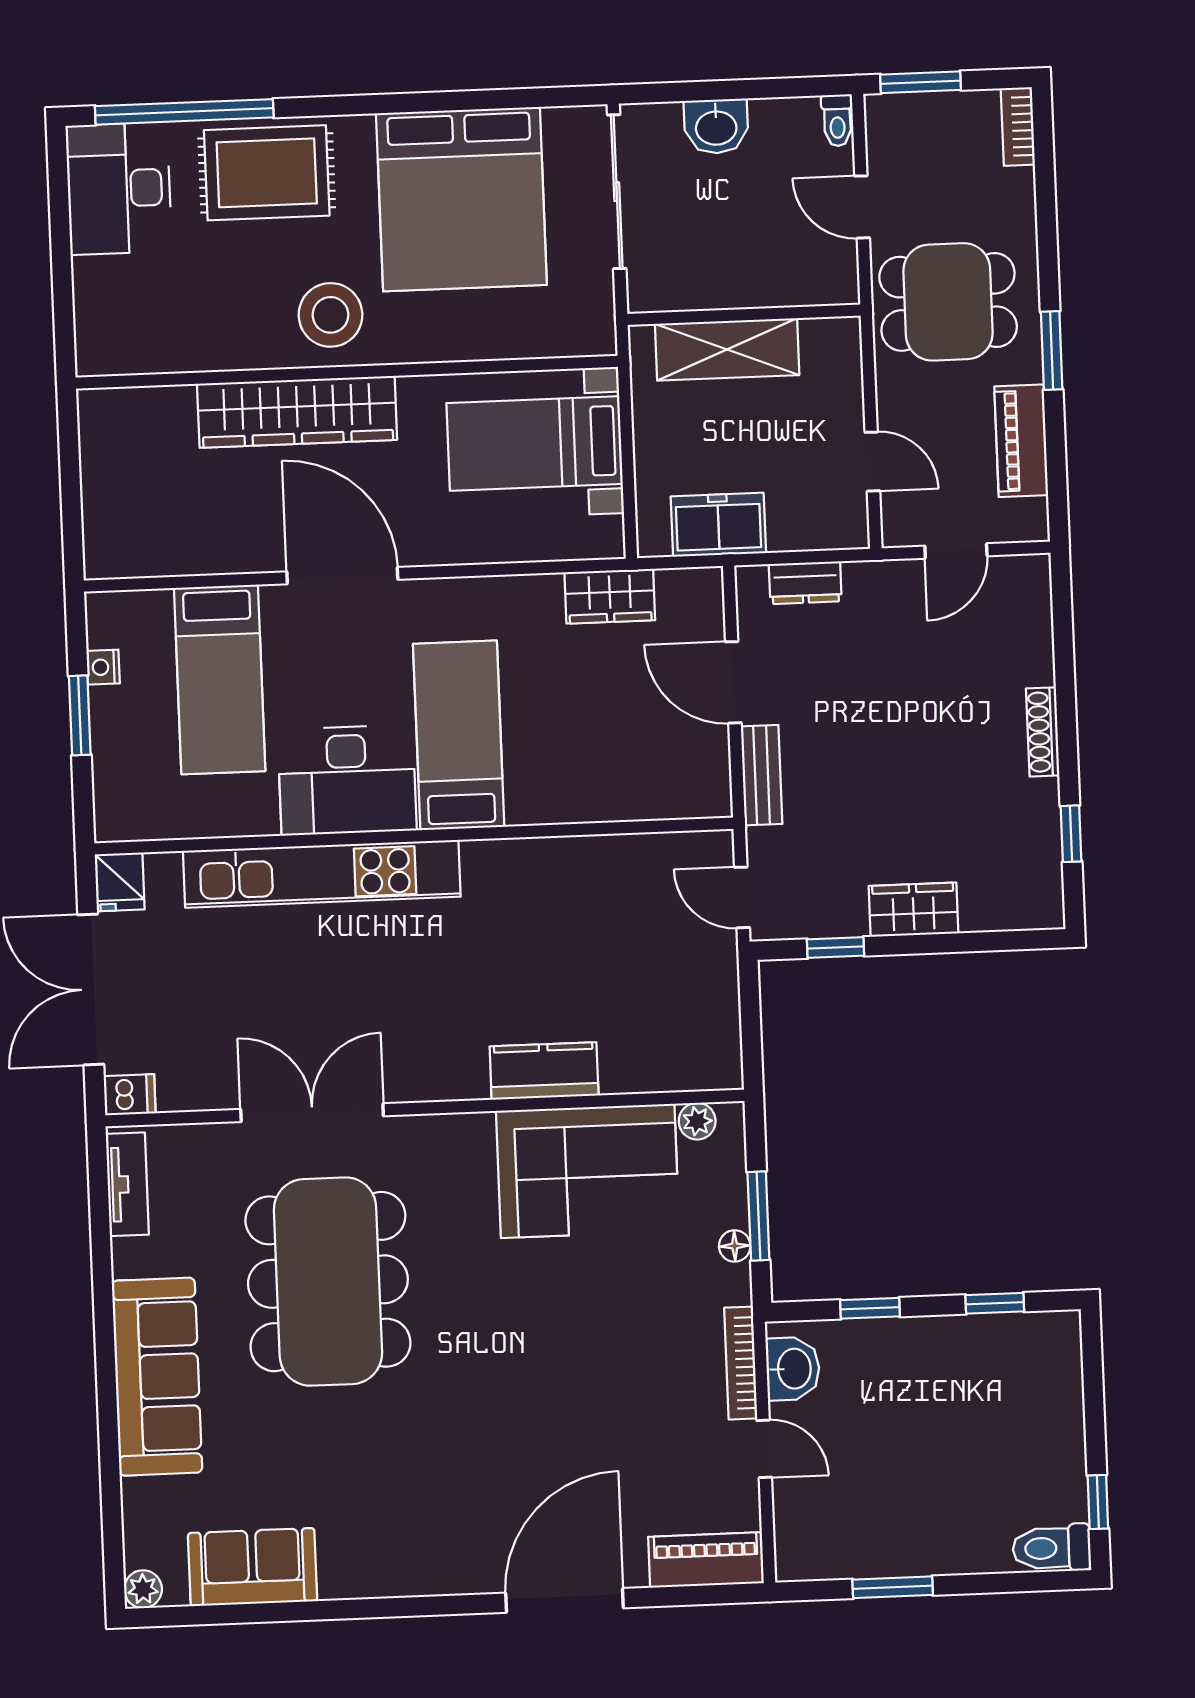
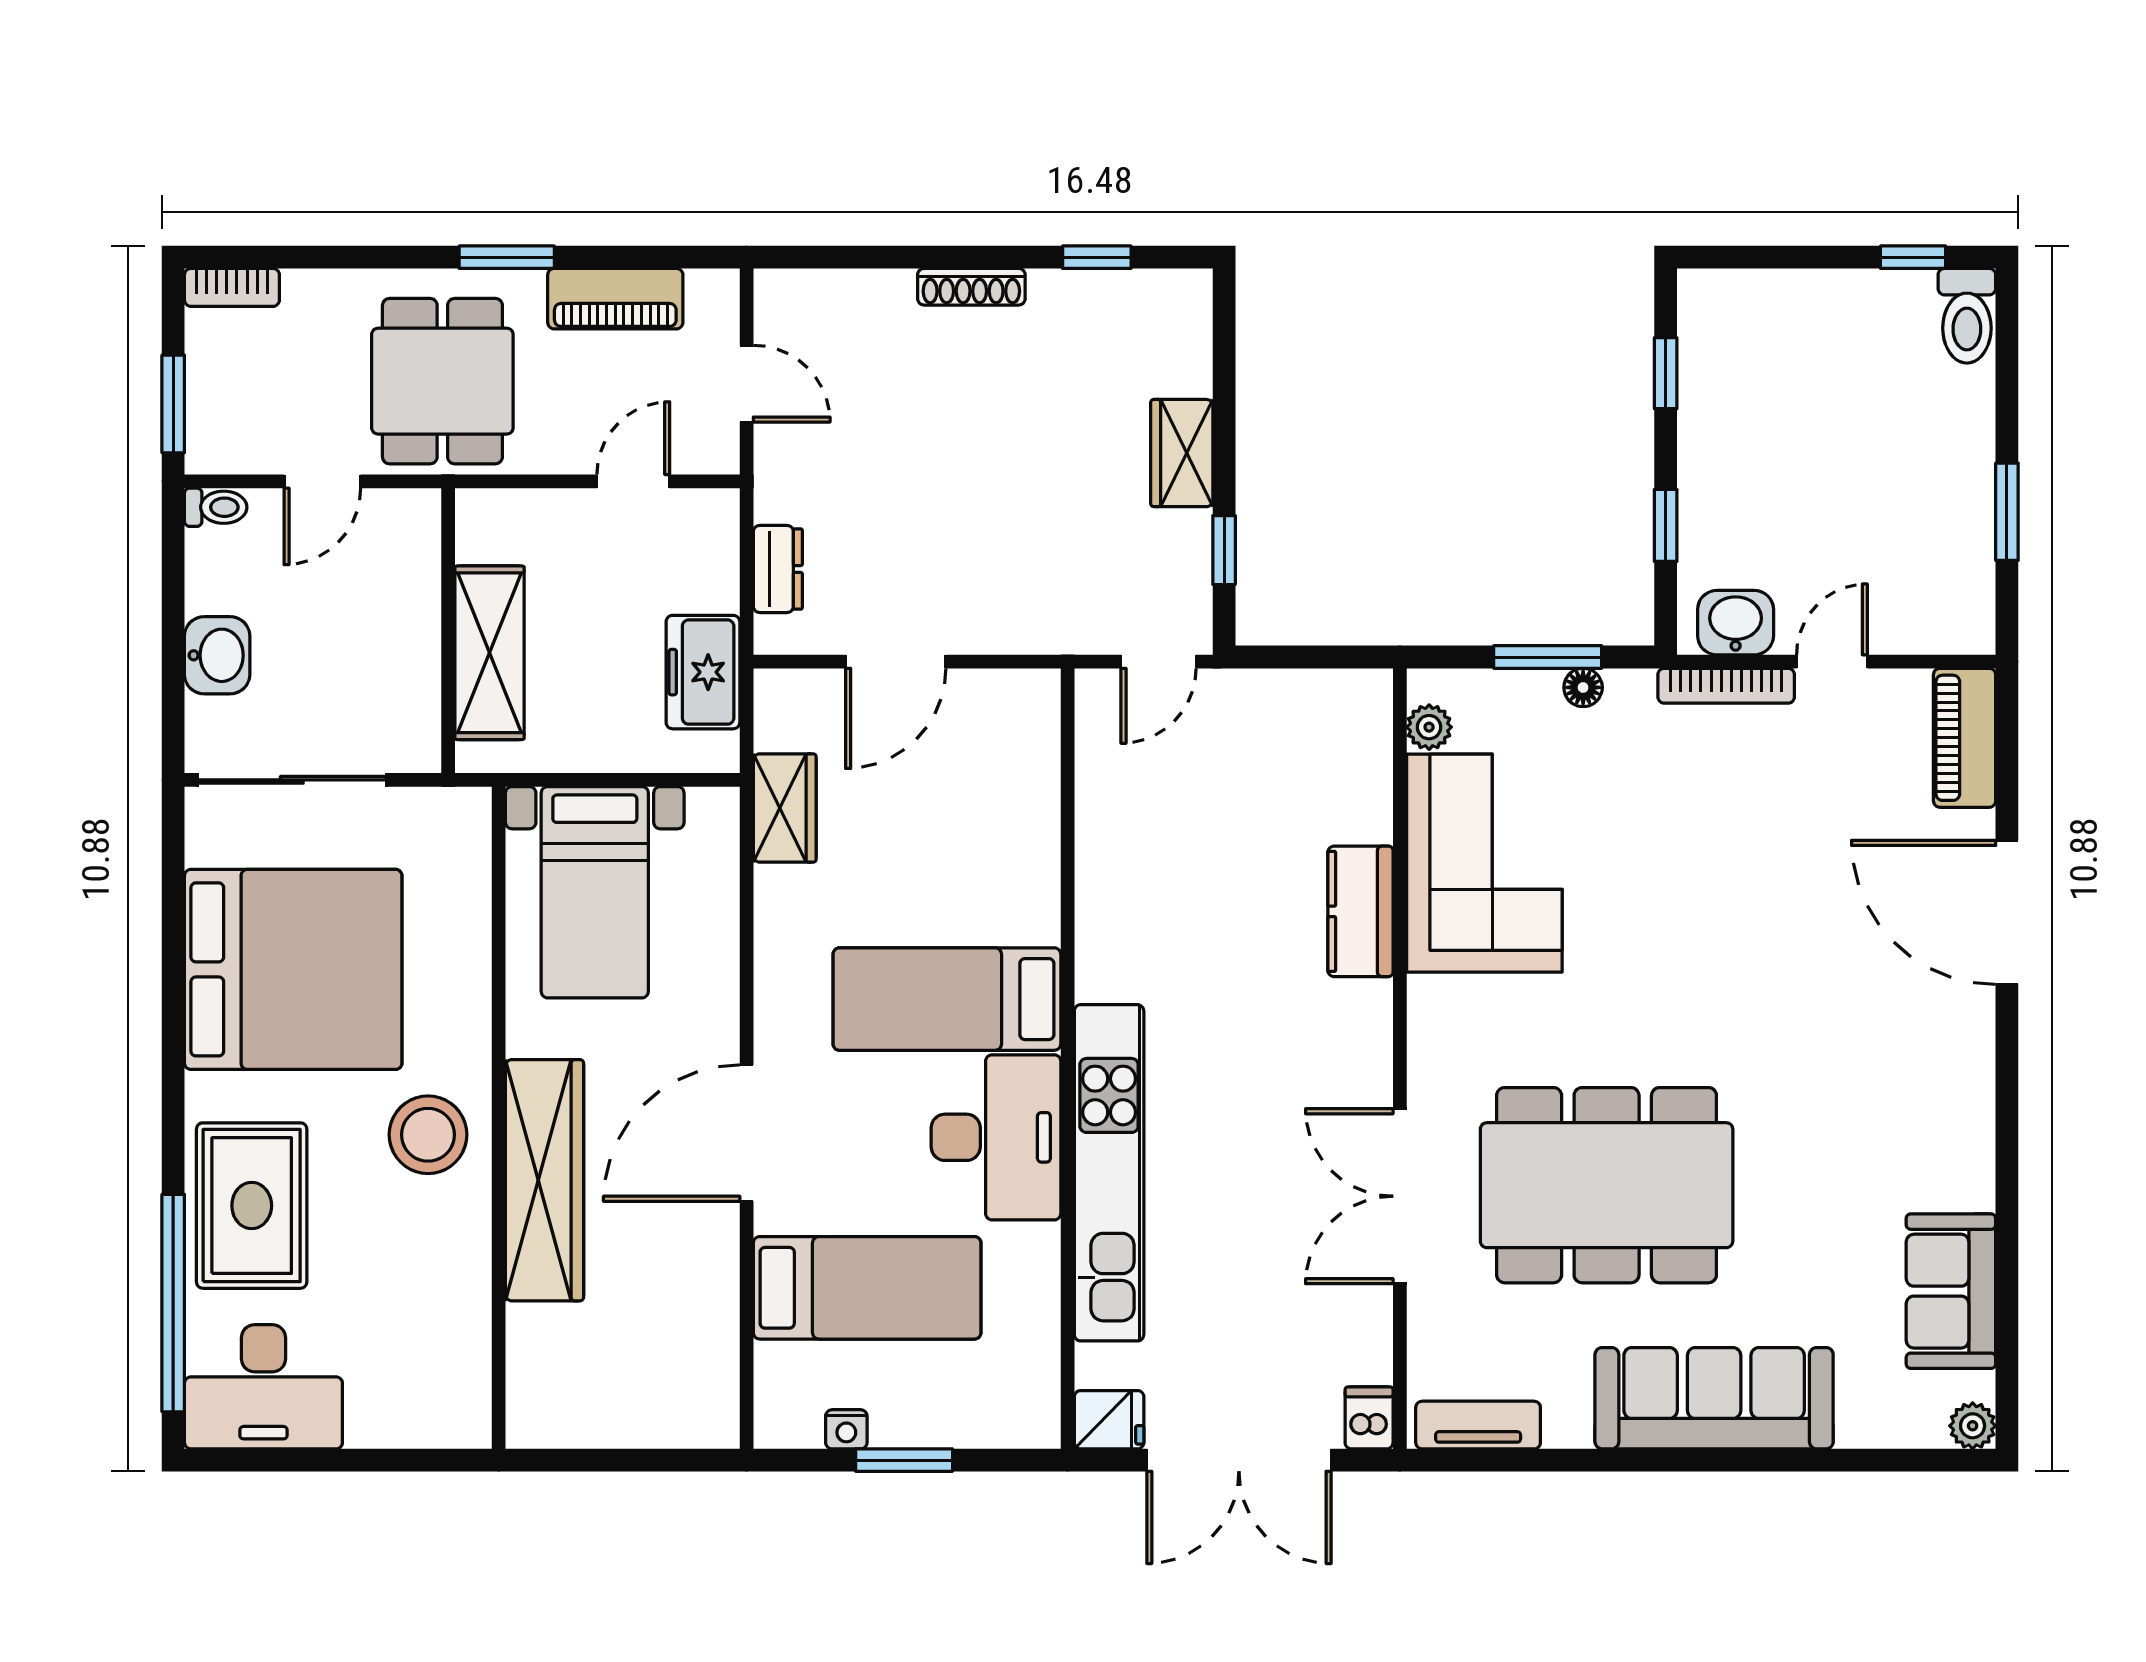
bench: (762, 775) -> (1010, 632), removed

